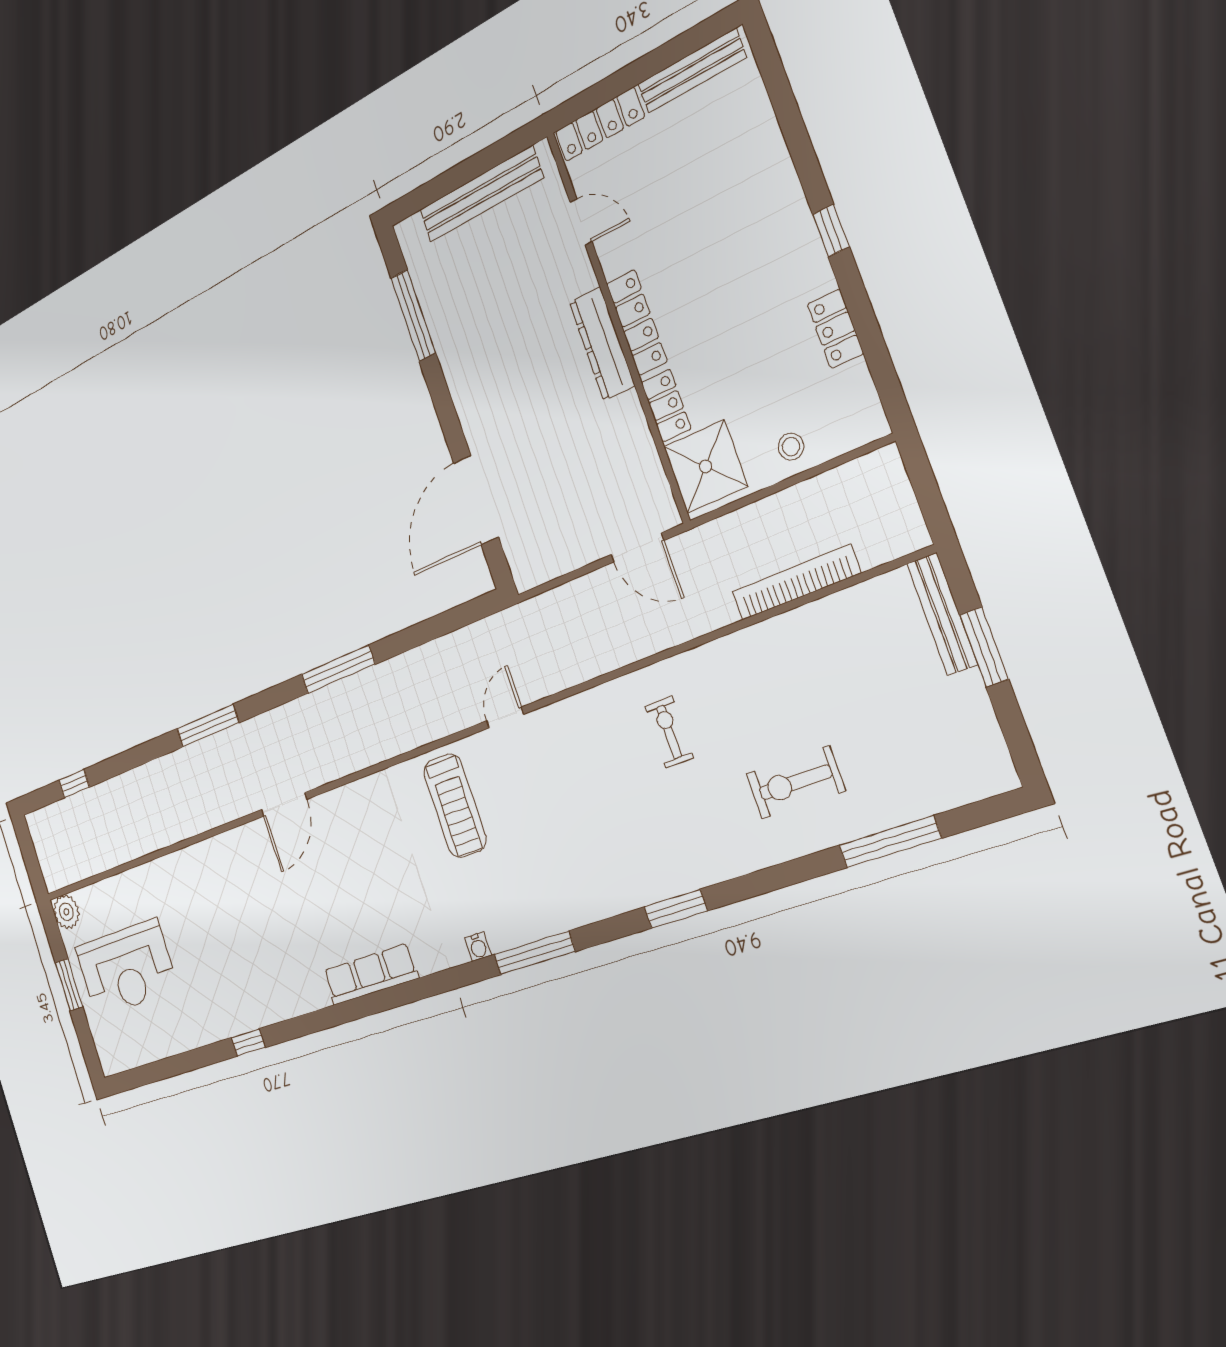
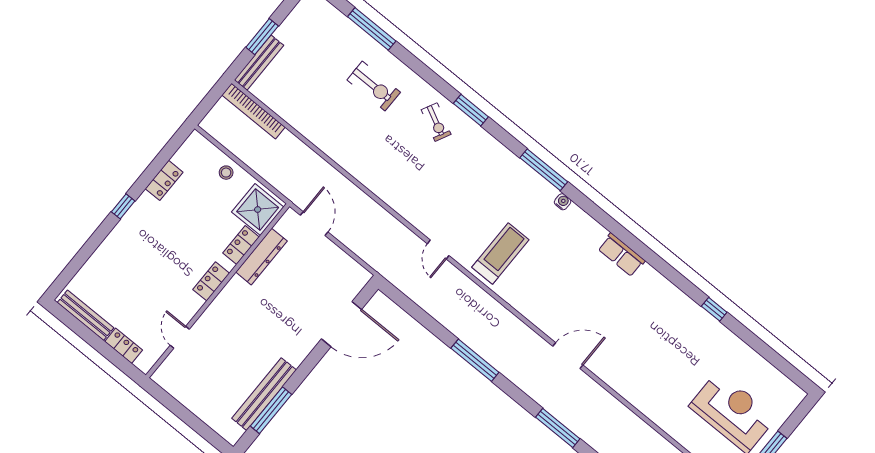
locker: (600, 124) -> (124, 346), width x0.66
bench: (481, 194) -> (264, 394), moved, turned 90
locker: (637, 323) -> (211, 281), width x0.66
dresser: (602, 344) -> (261, 257), moved
bookcase: (796, 582) -> (254, 111), moved
door: (505, 718) -> (438, 250), hinge flipped
exercise bike: (669, 732) -> (436, 122), moved, turned -63
row of seats: (371, 974) -> (621, 255), width x0.68

